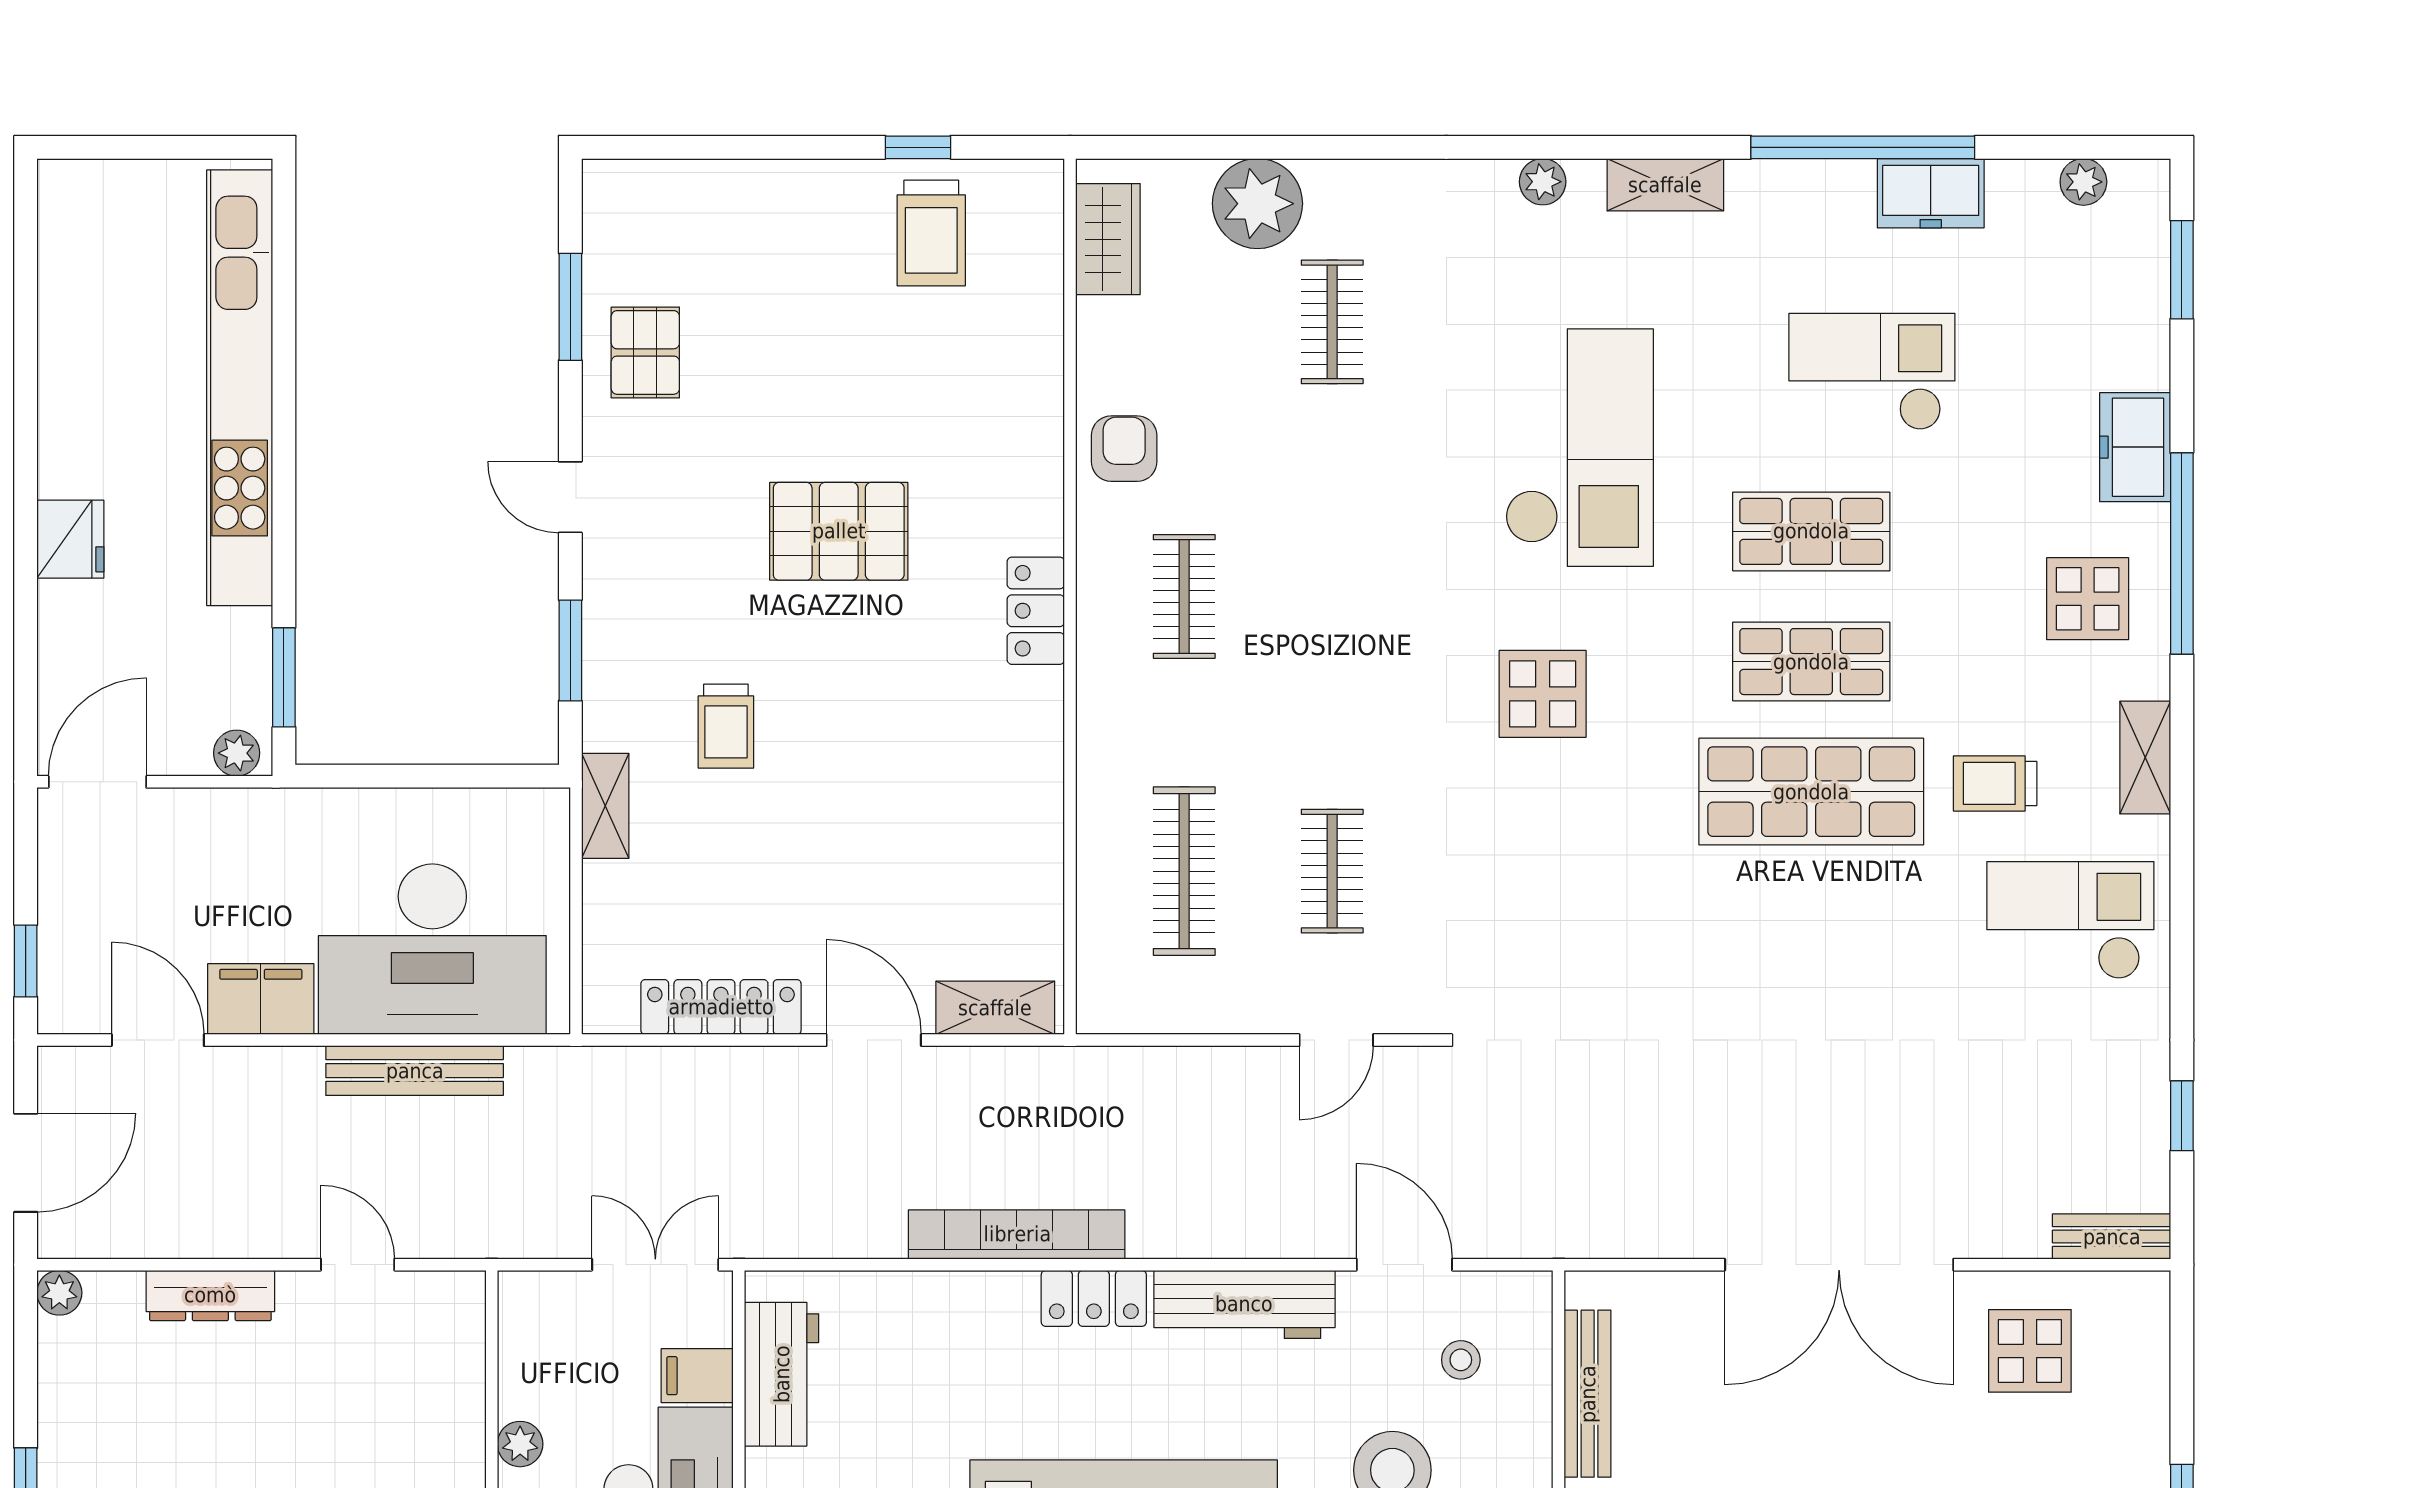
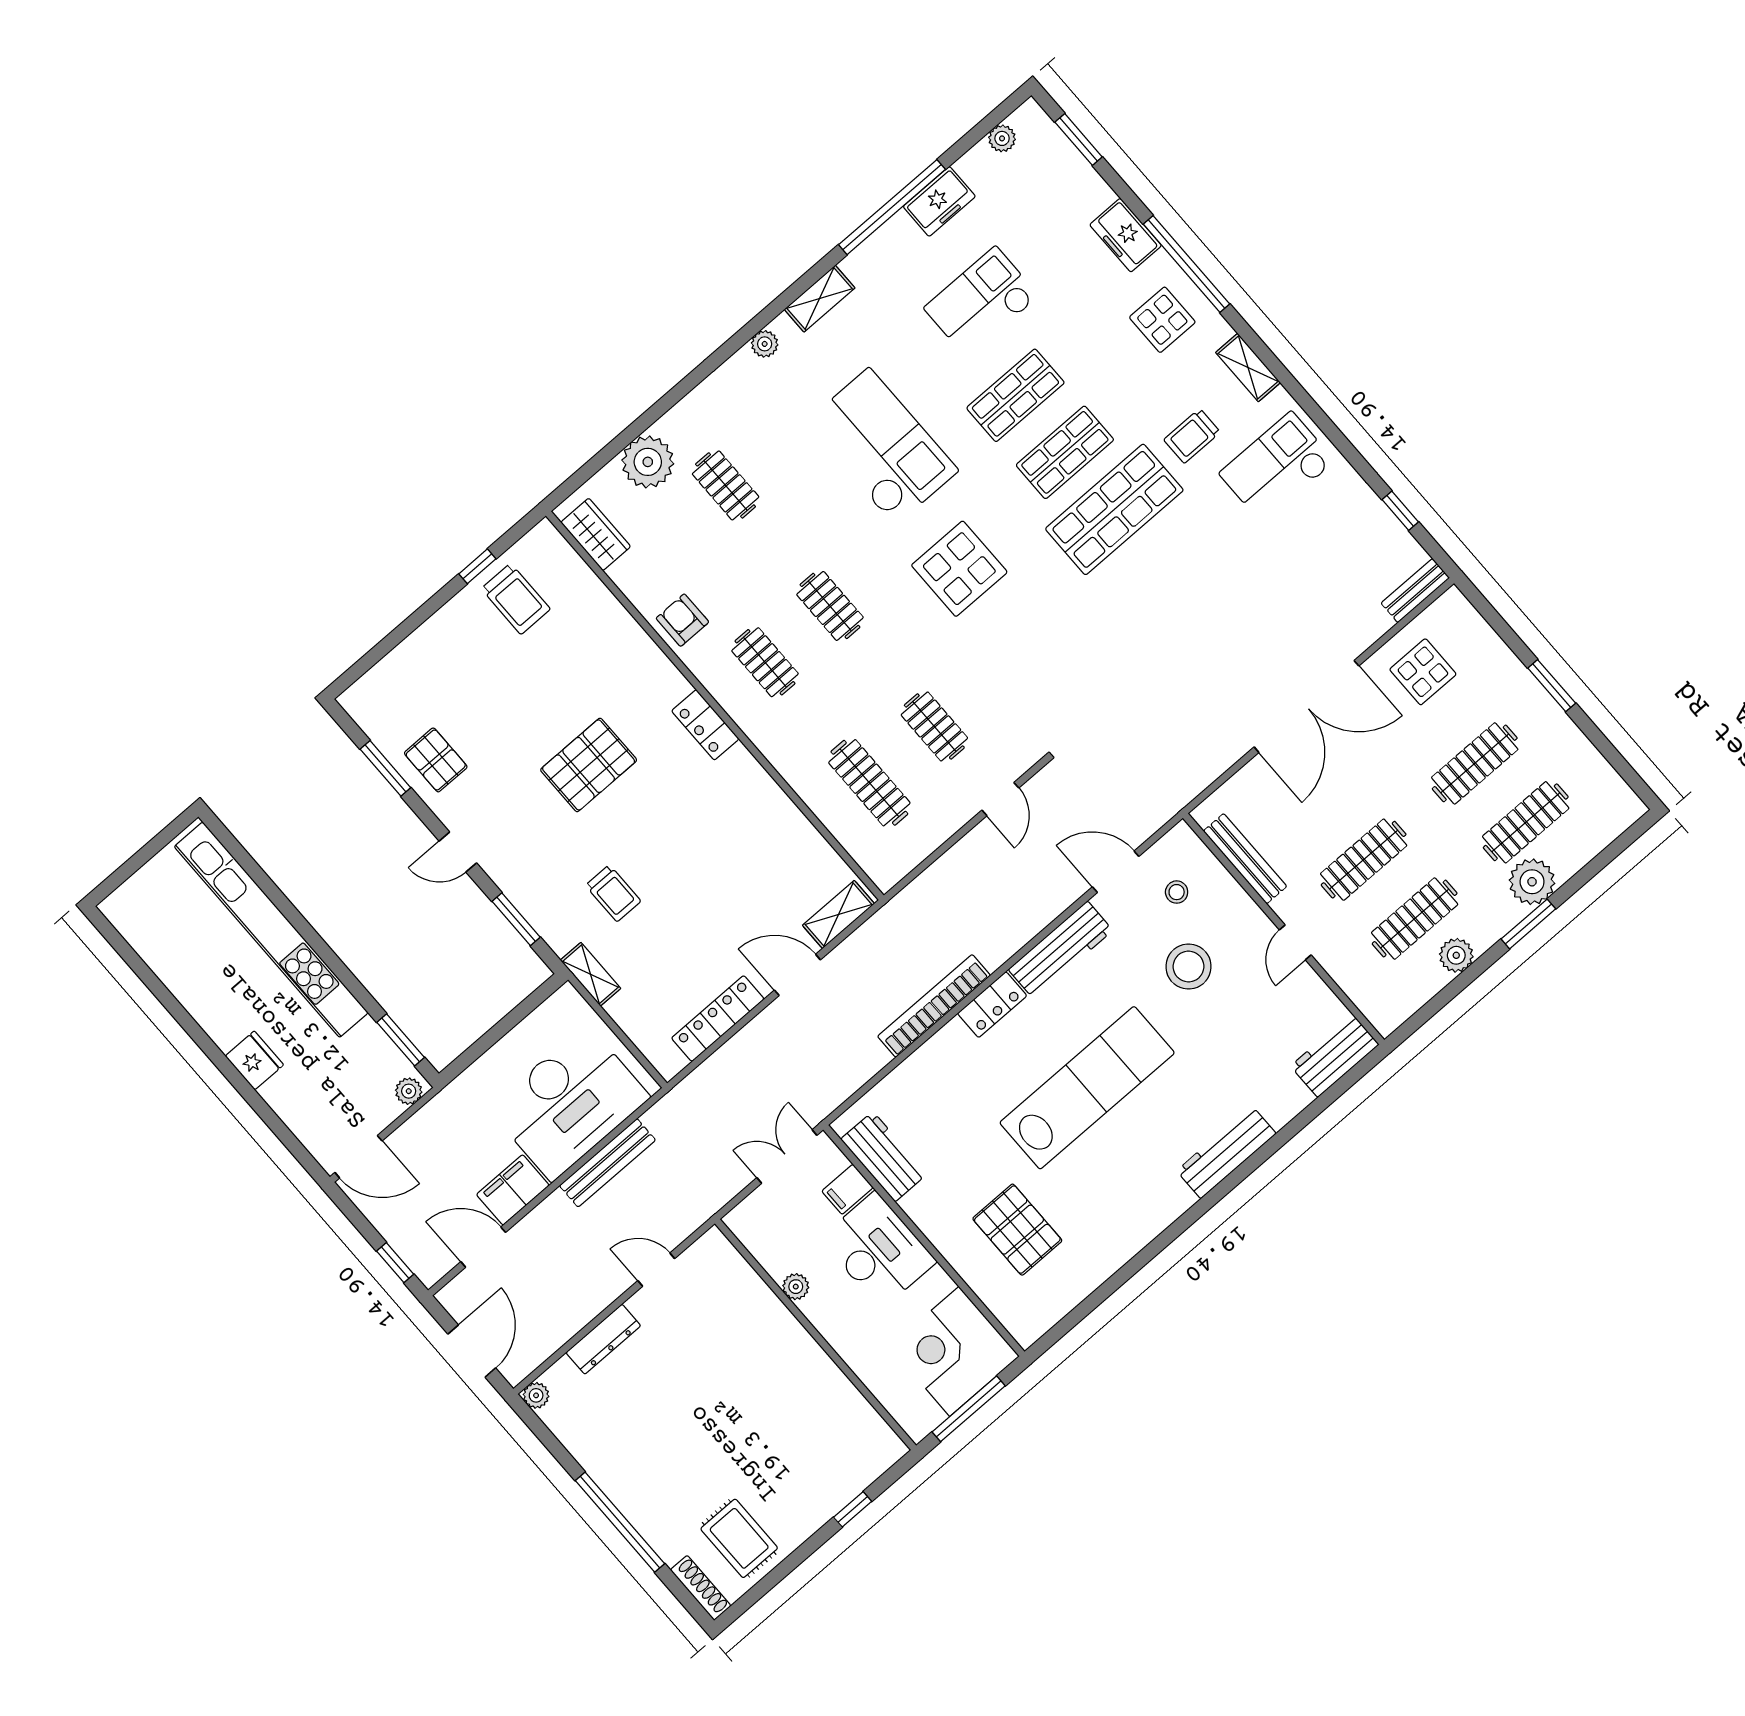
clothes rail: (1332, 596) -> (830, 606), added
display table: (1543, 694) -> (959, 569), width x1.36, depth x1.36
door: (97, 782) -> (358, 1157), swing flipped

